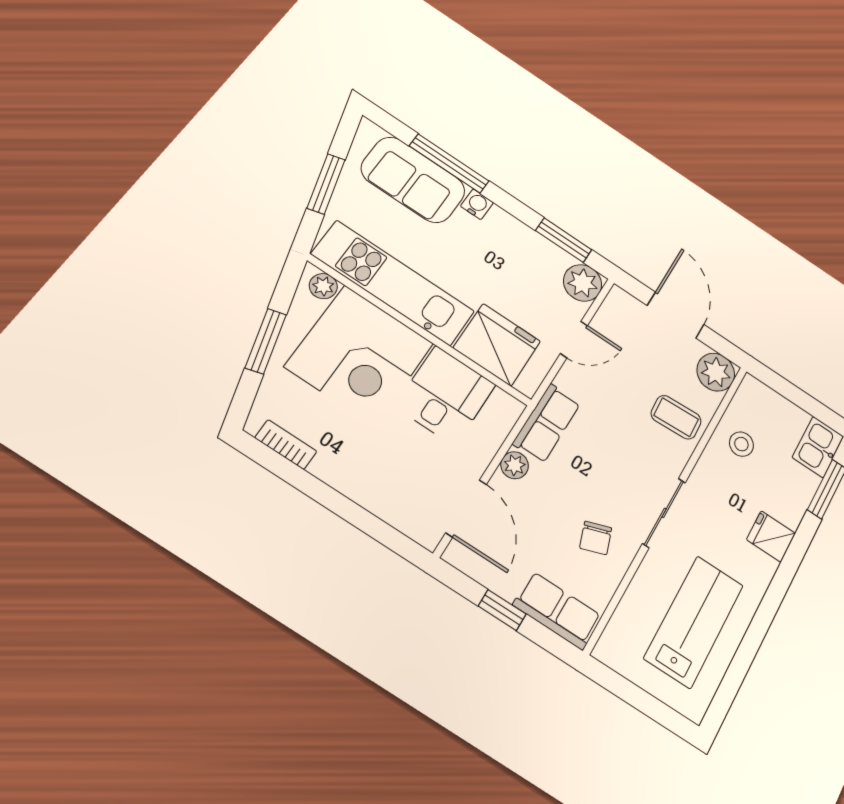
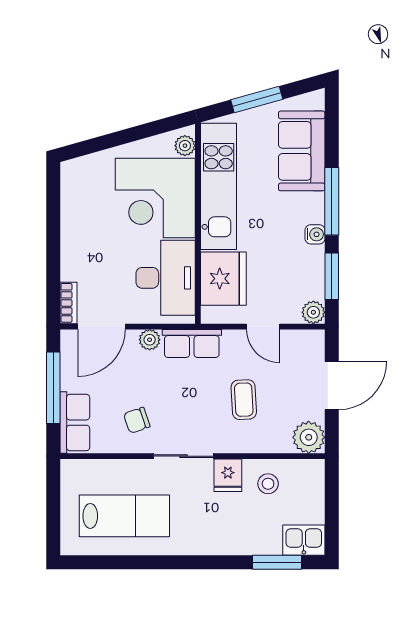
window: (449, 164) -> (332, 201), moved
water cooler: (477, 204) -> (315, 234), moved
plant: (583, 283) -> (313, 312), width x0.73, depth x0.73
window: (266, 341) -> (124, 137), removed
desk: (445, 395) -> (166, 278), width x1.37
coffee table: (676, 417) -> (244, 400), moved
bookcase: (286, 445) -> (68, 303), moved
fridge: (771, 536) -> (228, 475), moved, turned 180
window: (502, 610) -> (53, 388), width x2.17

